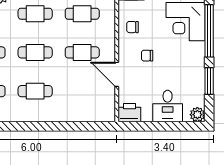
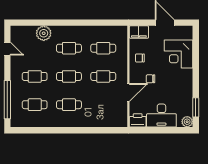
window: (209, 31) -> (196, 61), removed
door: (117, 74) -> (128, 92), swing flipped
window: (209, 81) -> (196, 107), moved
desk: (168, 106) -> (161, 116), width x1.37

